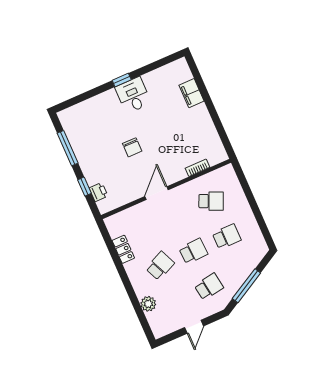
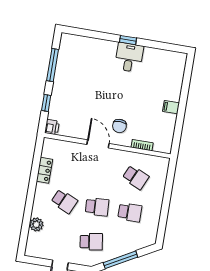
filing cabinet: (191, 93) -> (171, 107), moved, width x0.50
chair: (132, 147) -> (119, 126), moved
printer: (98, 192) -> (52, 127), moved
door: (157, 193) -> (98, 144), hinge flipped
school desk: (160, 266) -> (64, 201), turned 48

